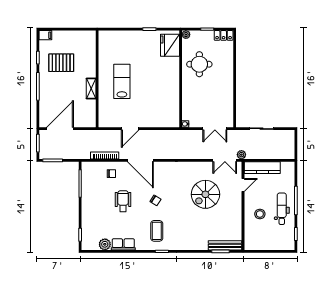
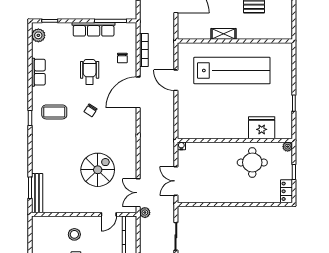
fridge: (170, 45) -> (262, 128), moved
lab bench: (122, 81) -> (232, 71), width x1.86, depth x1.39
door: (243, 185) -> (109, 214), hinge flipped
spiral stairs: (205, 194) -> (98, 170), turned 90
row of seats: (87, 198) -> (94, 29), added
wheelchair: (123, 201) -> (90, 72), turned -90
plant: (105, 244) -> (38, 35), moved

